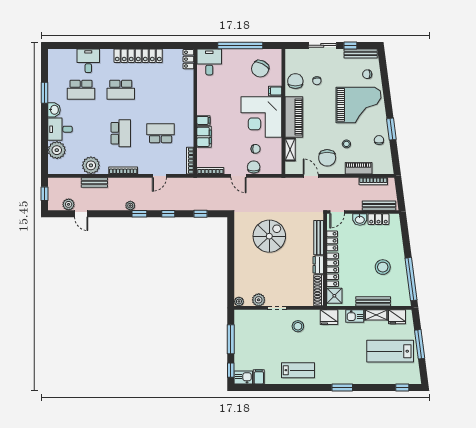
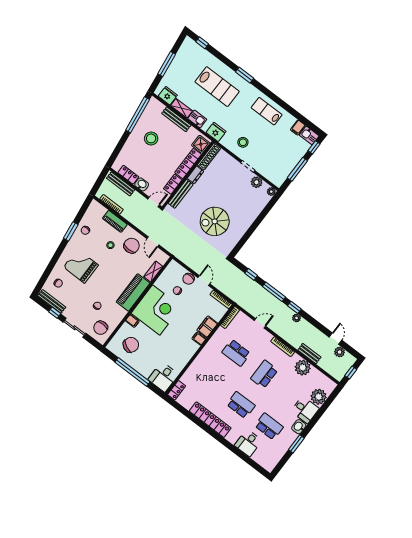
chair: (295, 81) -> (101, 328), moved
grand piano: (359, 105) -> (81, 266), width x0.73, depth x0.68
window: (168, 214) -> (274, 292), width x2.17
lab bench: (390, 351) -> (217, 87), moved

